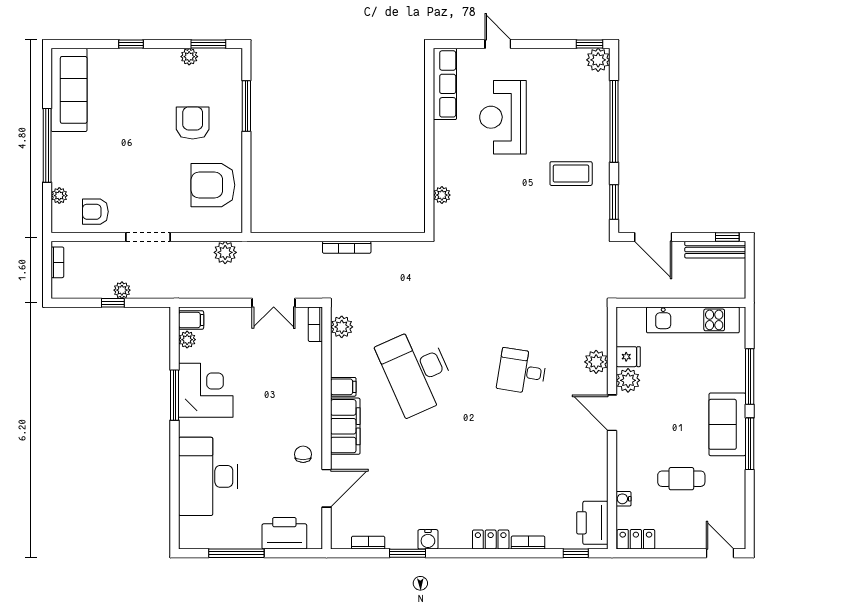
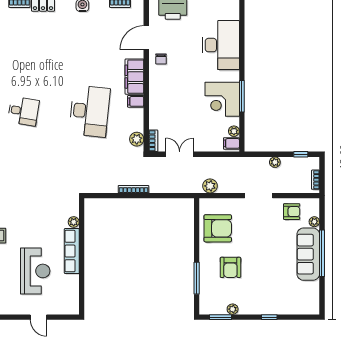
row of seats: (445, 84) -> (72, 251), moved
sofa: (69, 90) -> (308, 254), moved
window: (113, 303) -> (301, 154), moved
desk: (417, 371) -> (90, 111), turned 30

